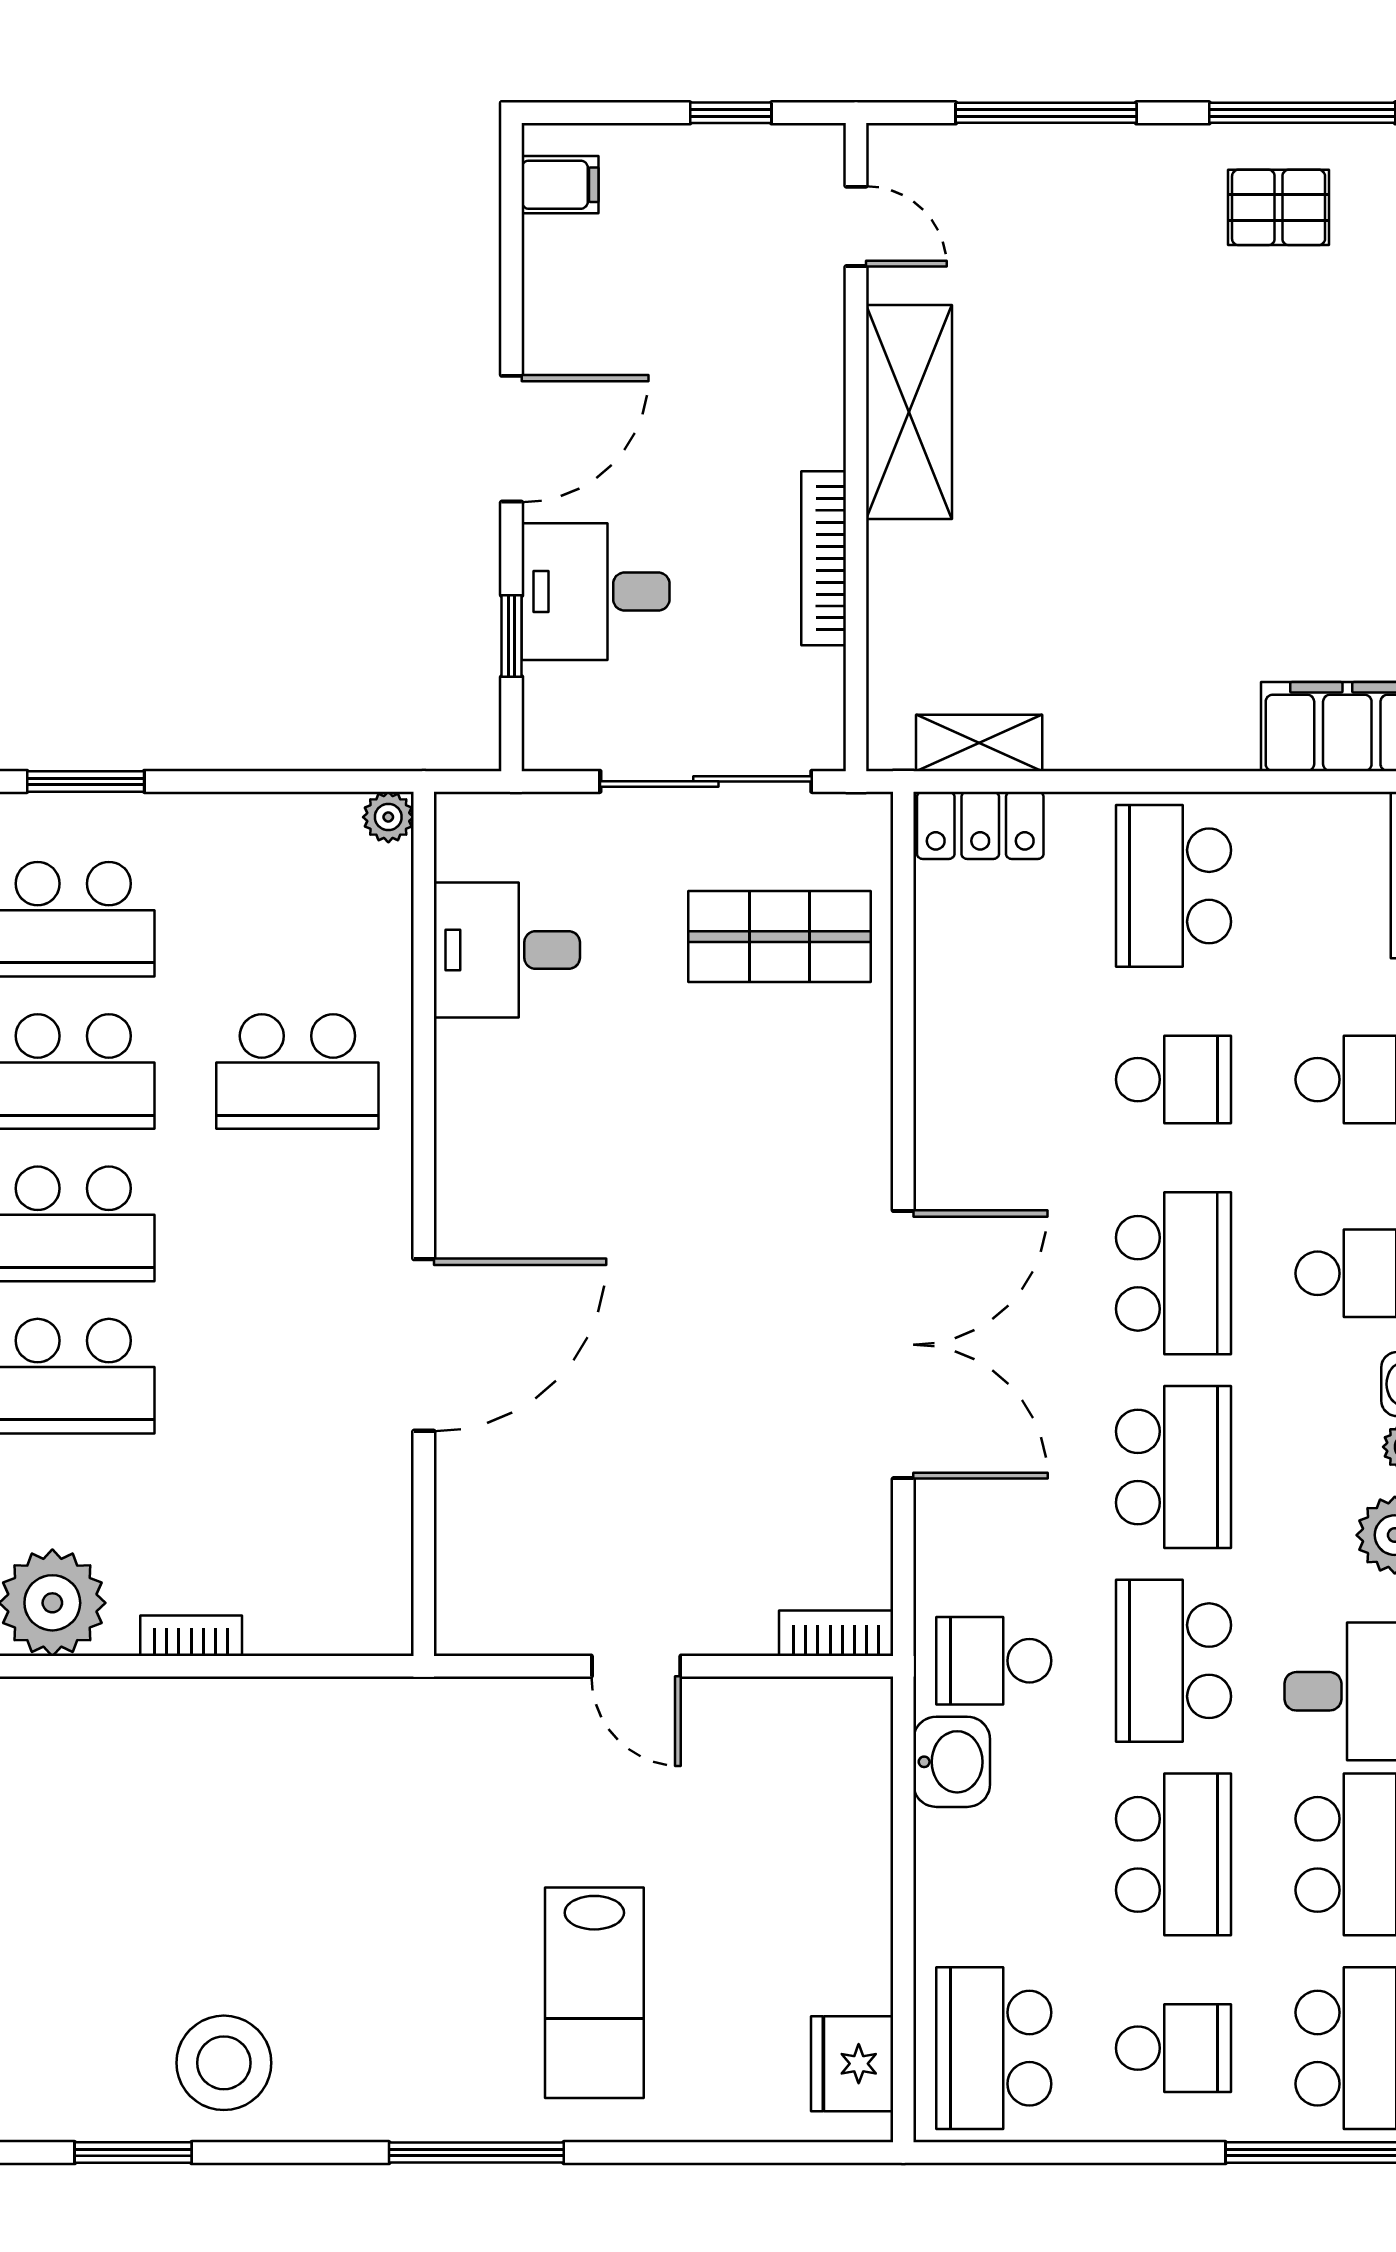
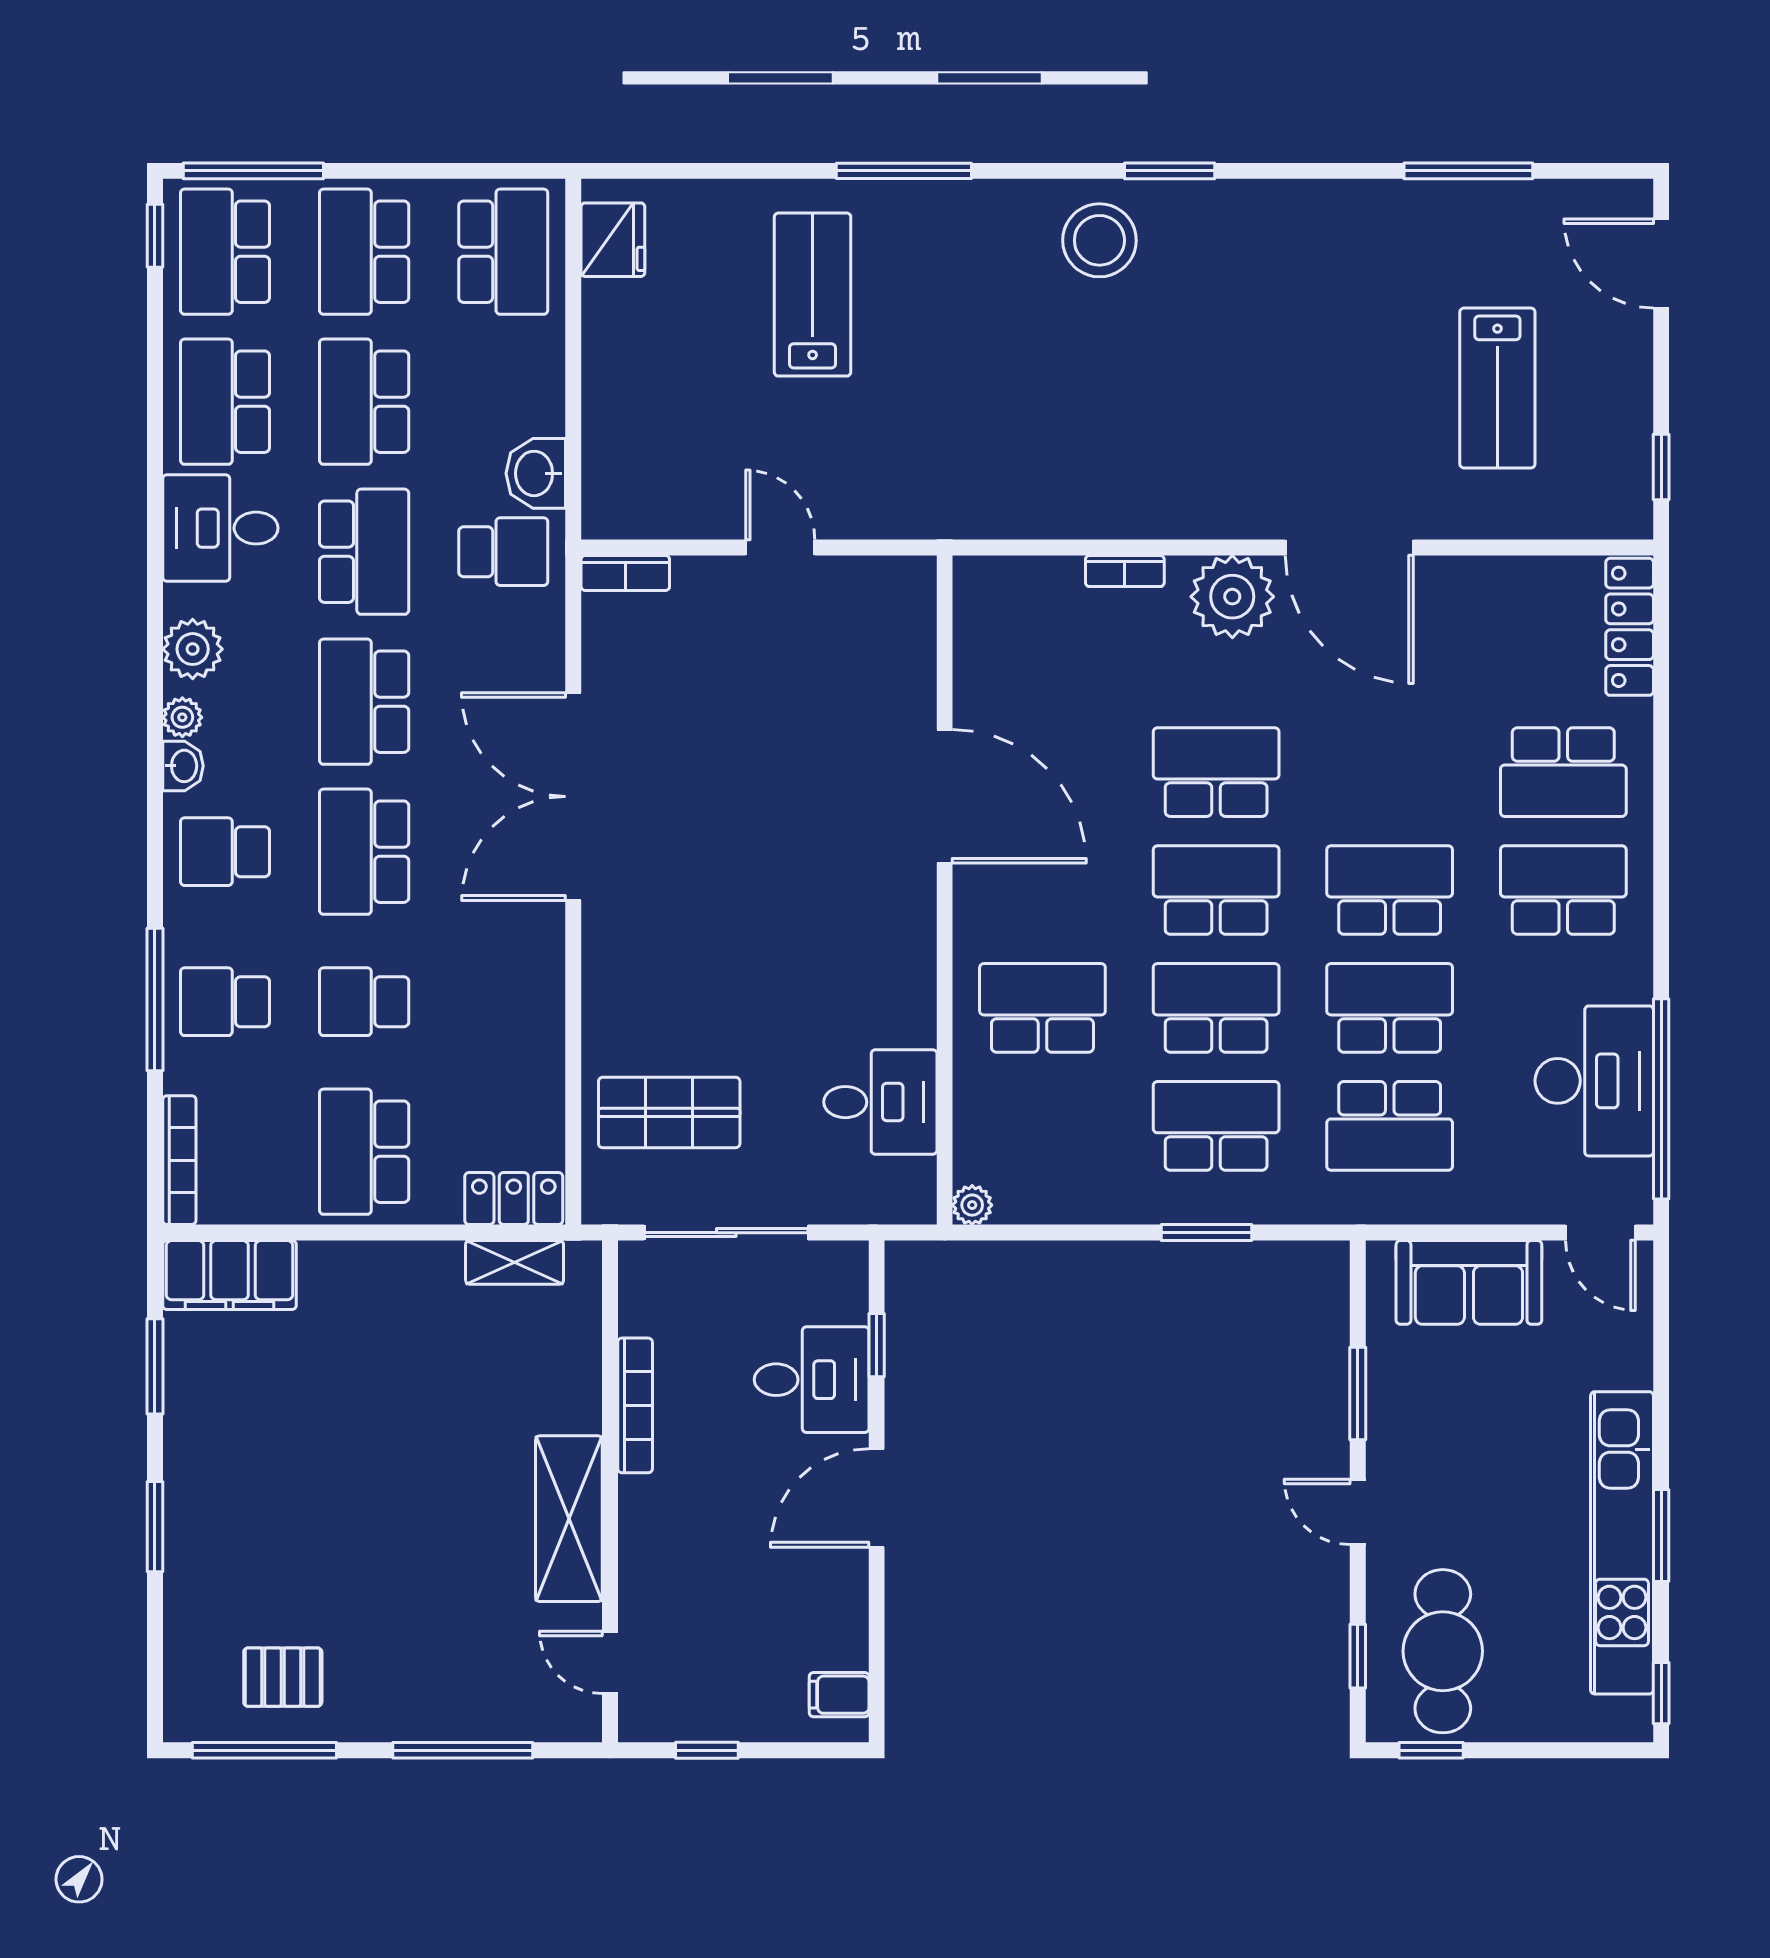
school desk: (1173, 886) -> (364, 1152), turned 180
door: (424, 1345) -> (945, 796), swing flipped
school desk: (1173, 2048) -> (364, 252), width x1.85

